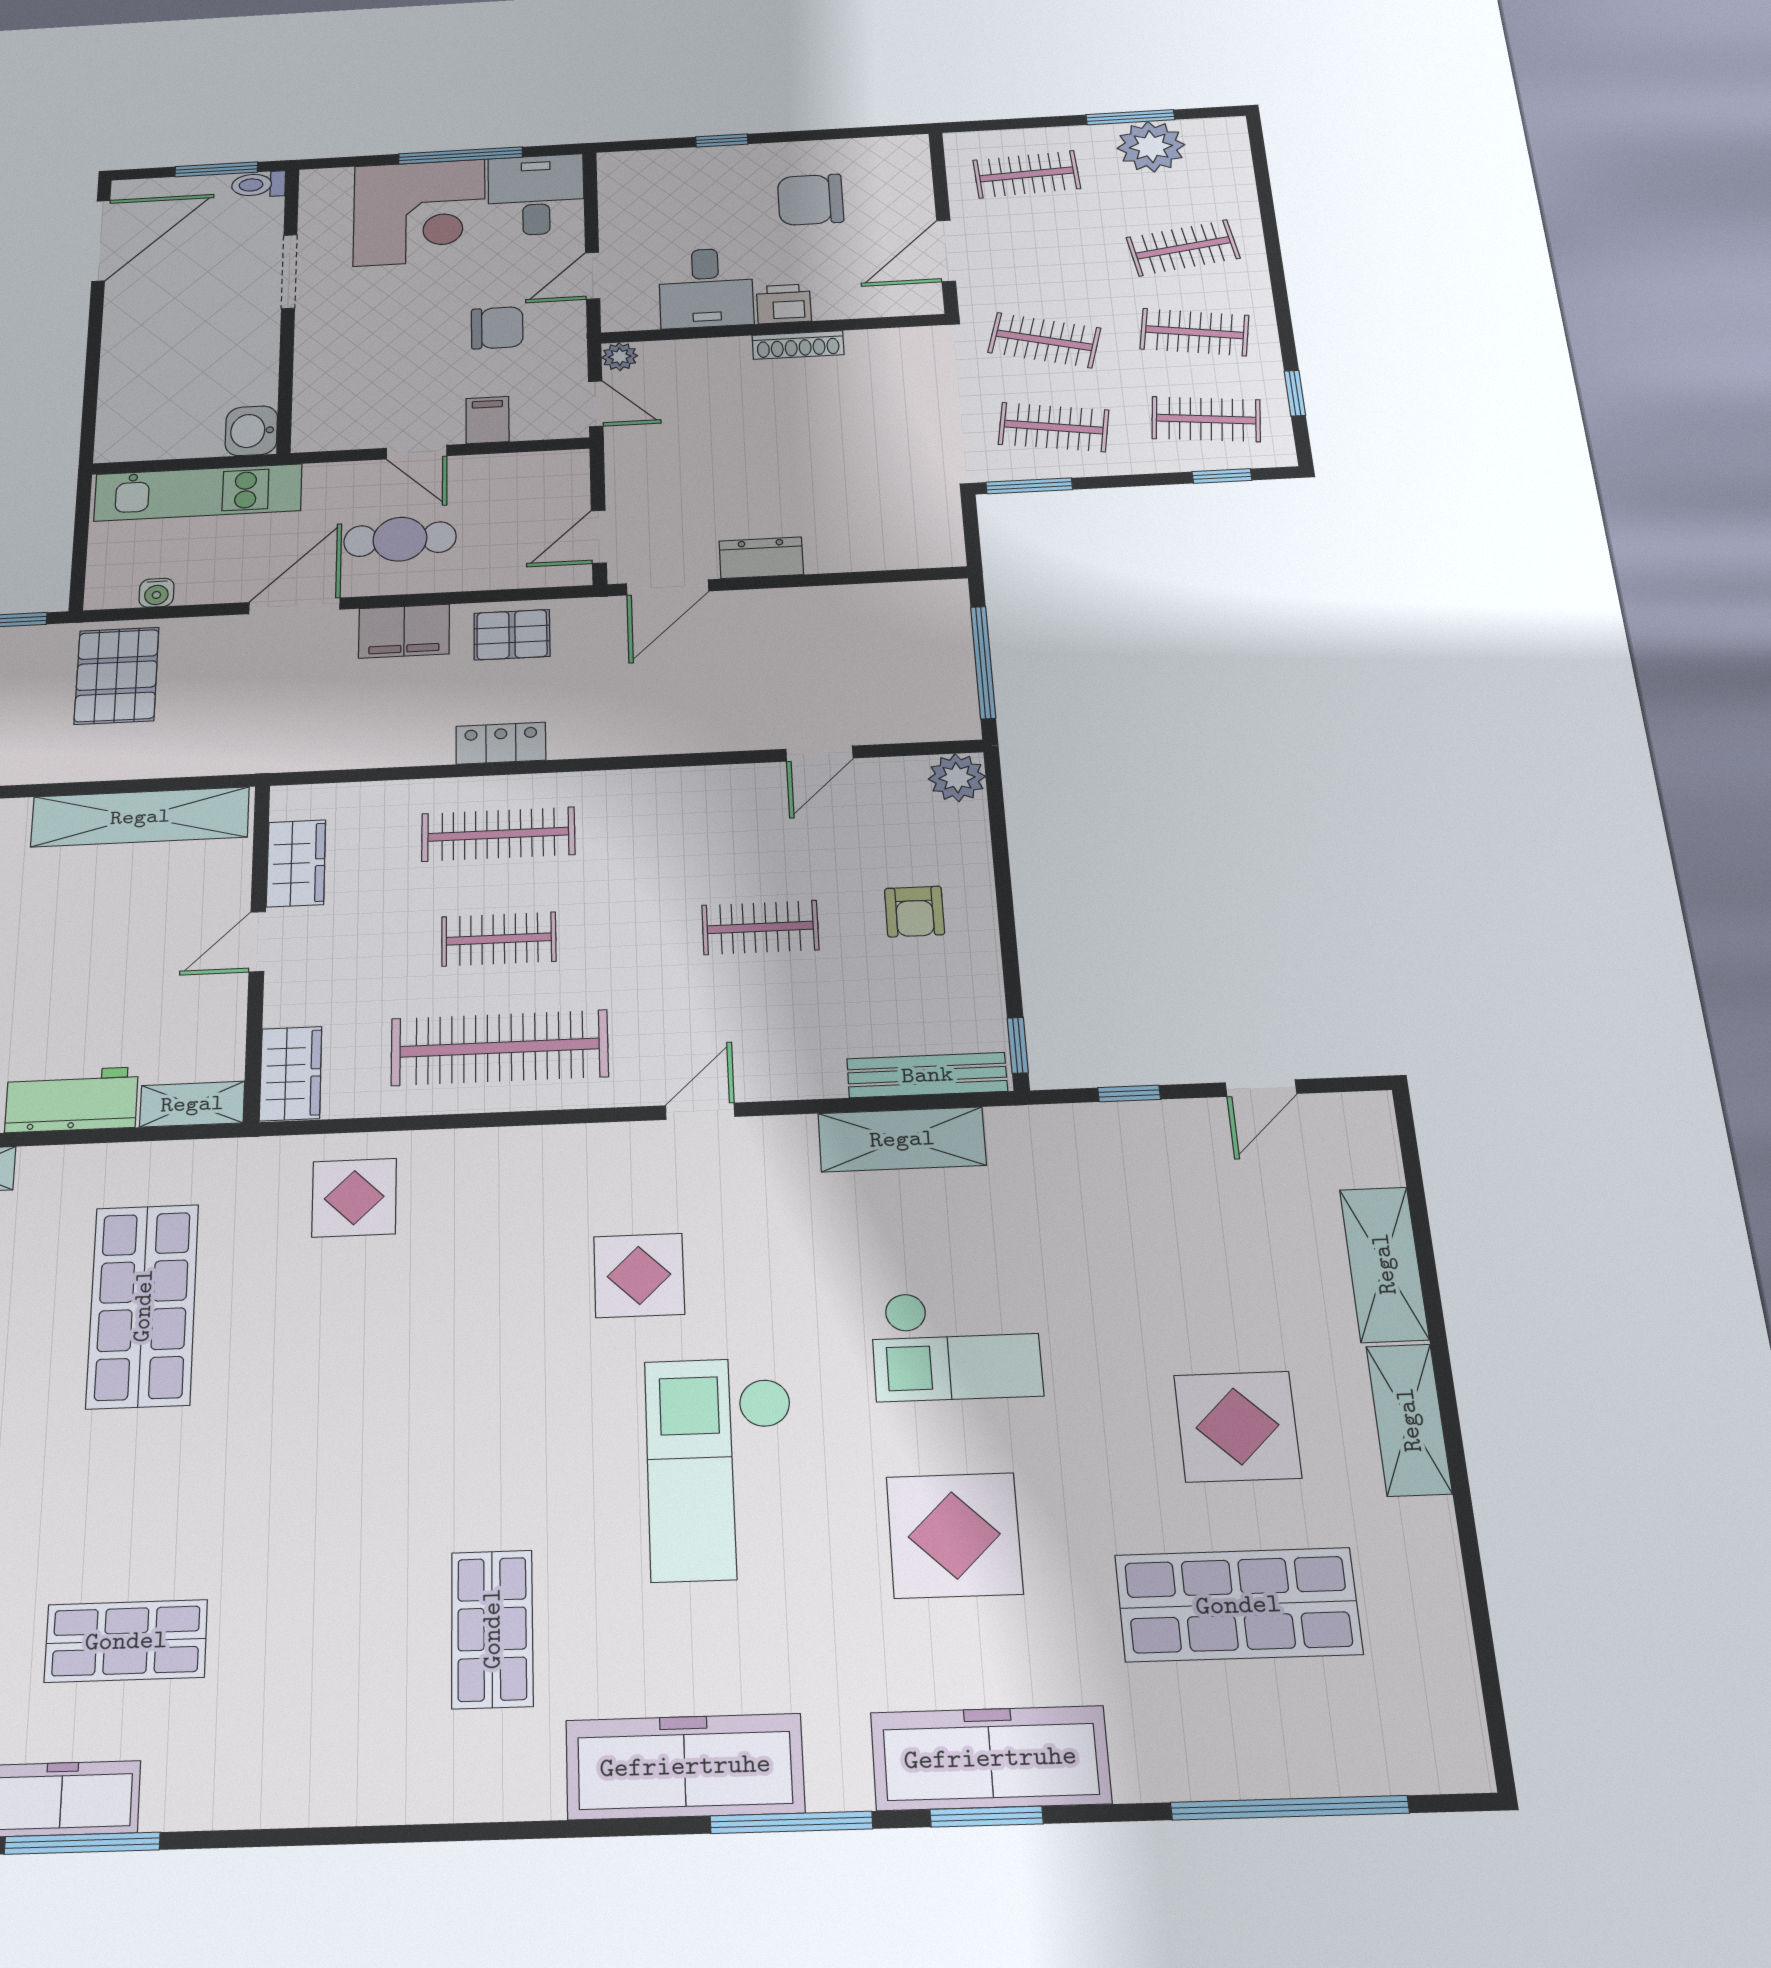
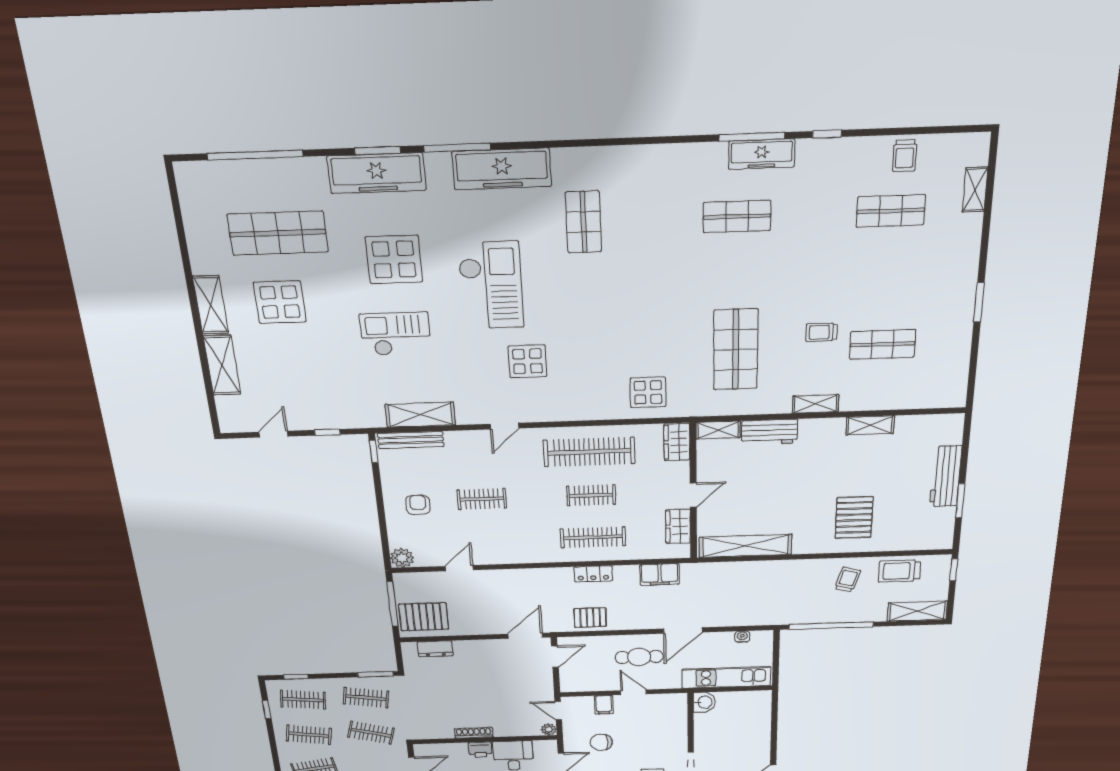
dresser: (761, 558) -> (435, 649), moved
filing cabinet: (404, 631) -> (660, 574), moved, turned 180
pallet: (117, 676) -> (424, 617), moved, turned 90

